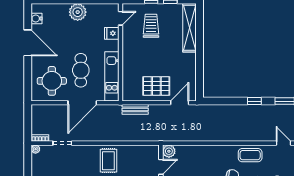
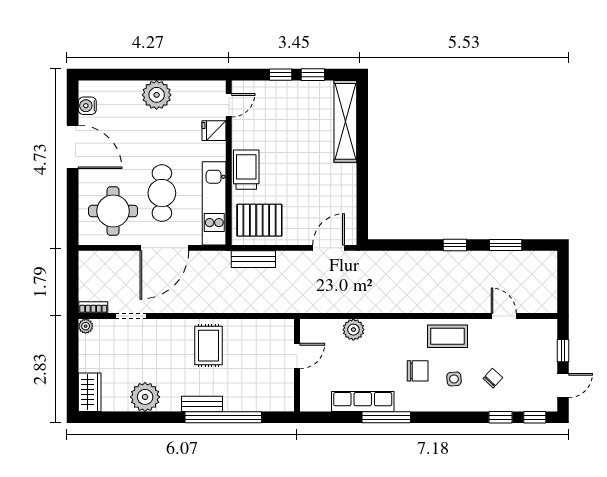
trolley: (151, 26) -> (246, 170), moved
pallet: (156, 86) -> (259, 220), moved
plant: (169, 151) -> (353, 330), moved

